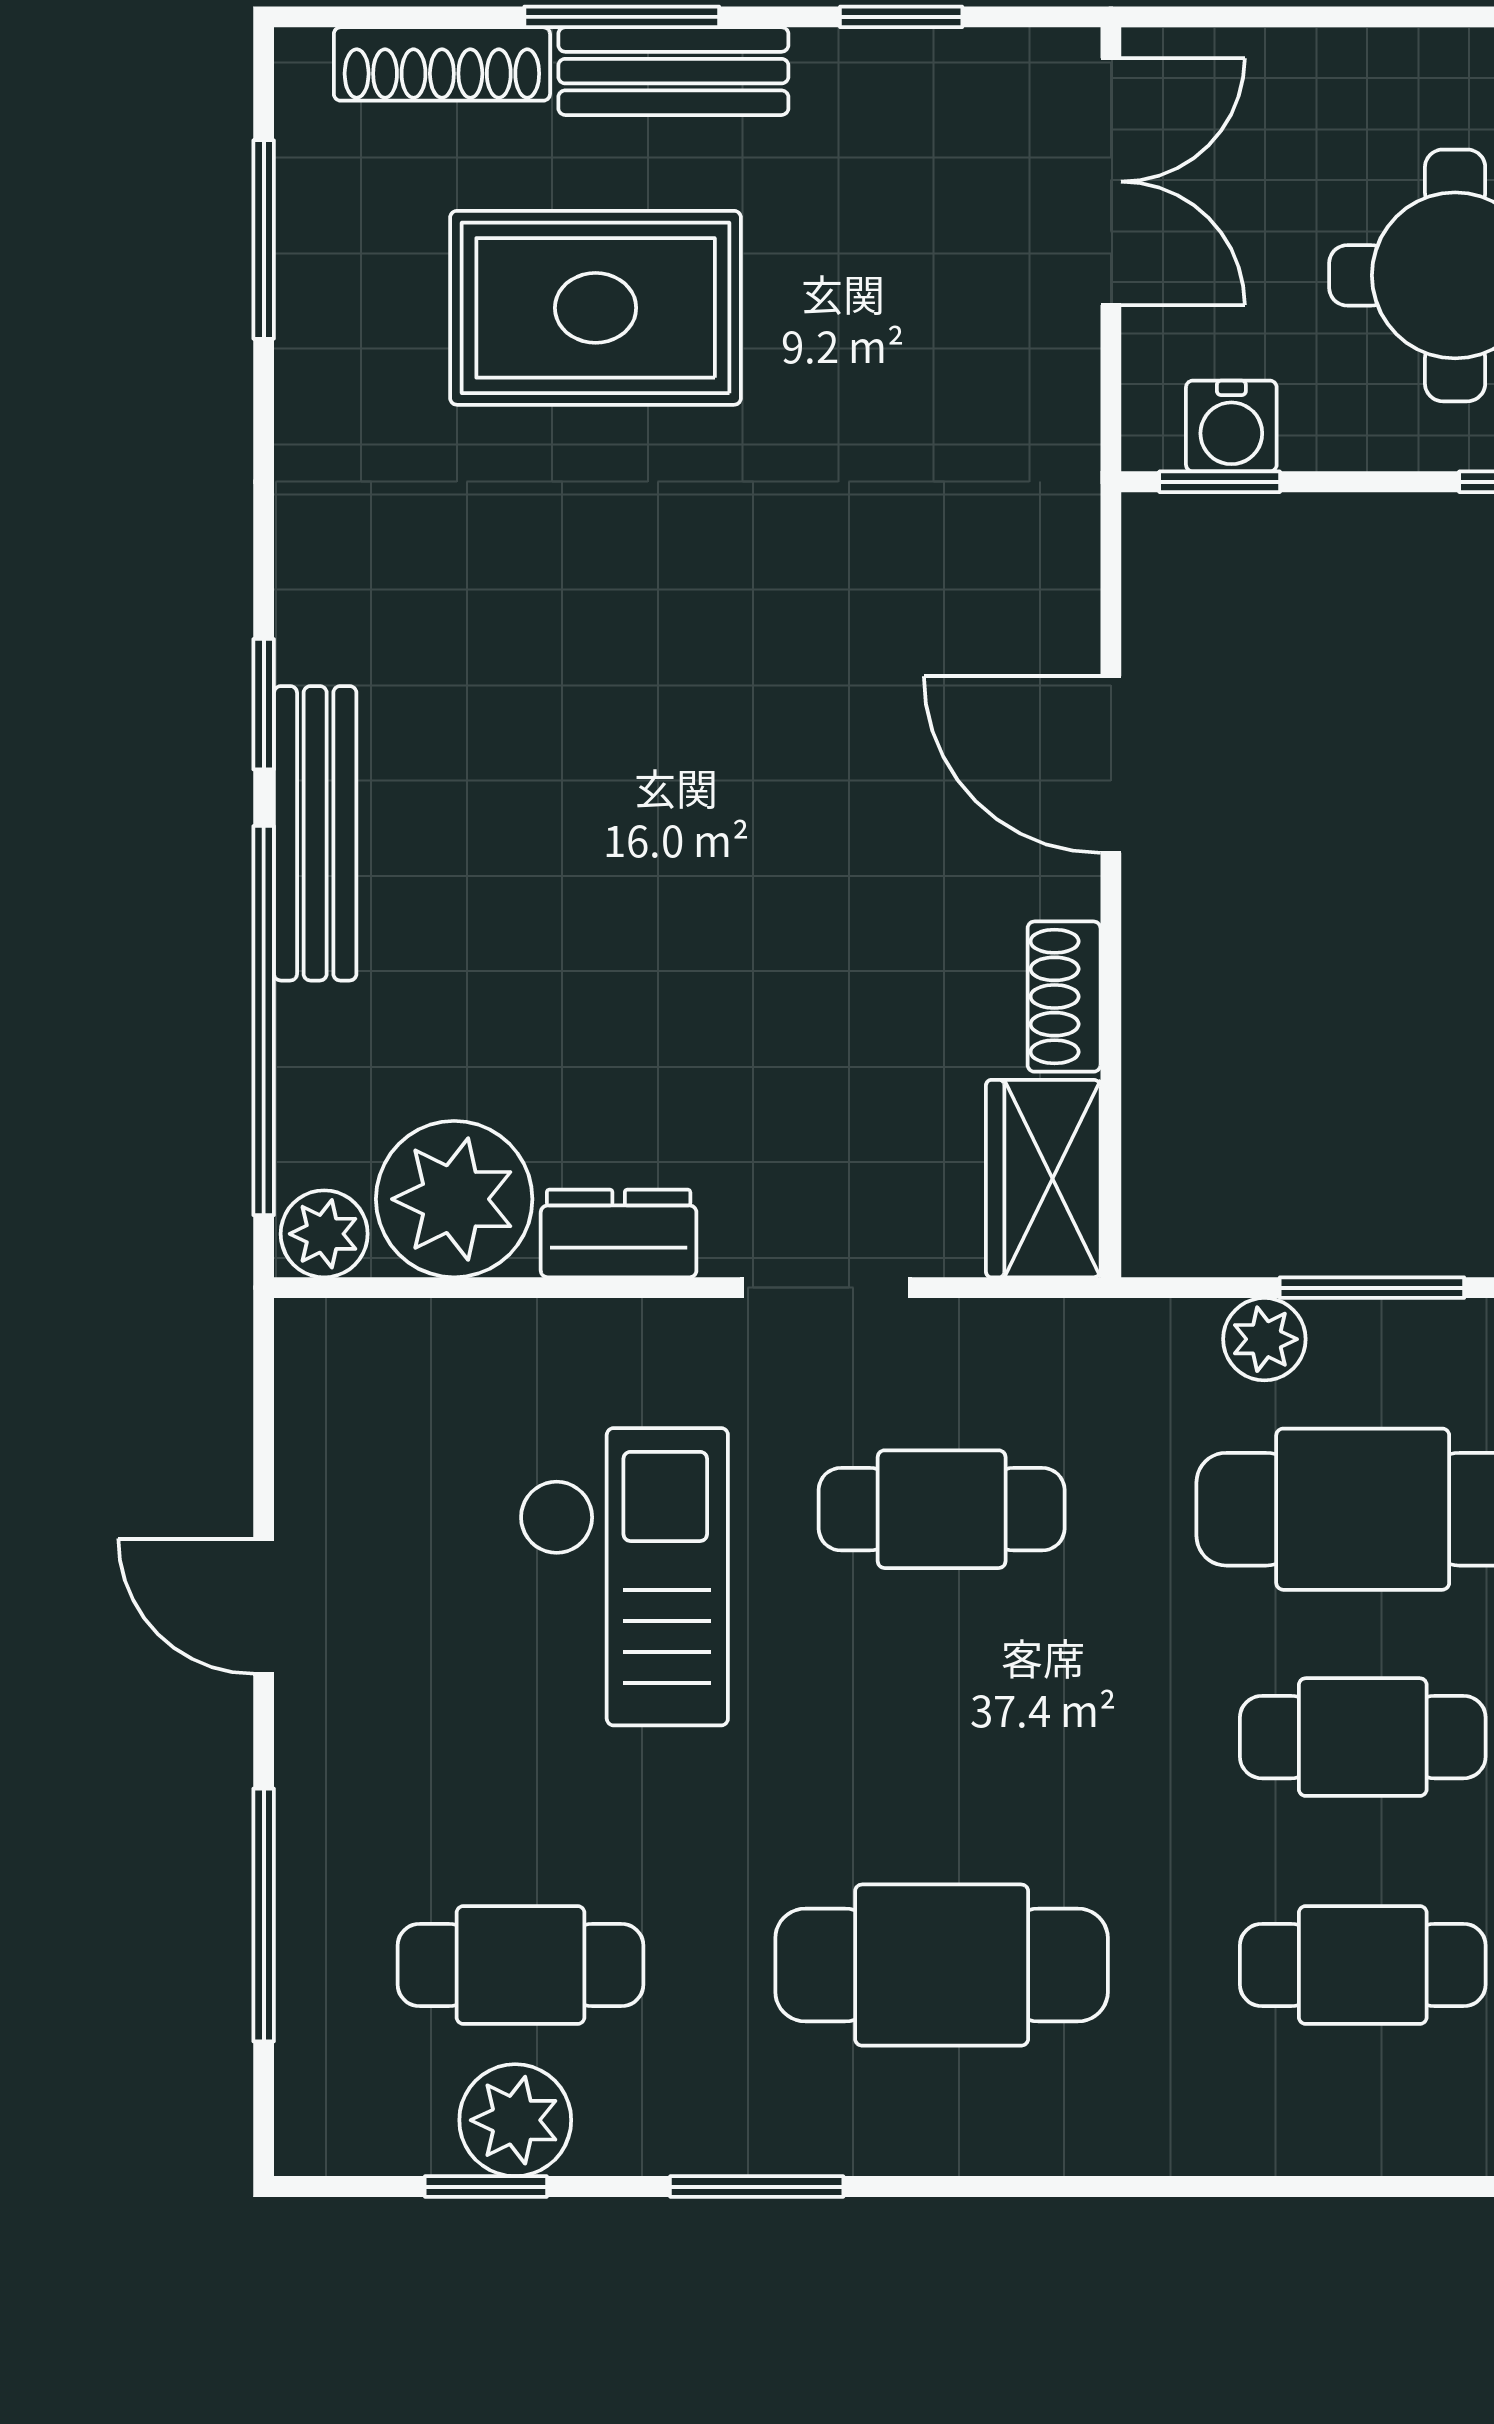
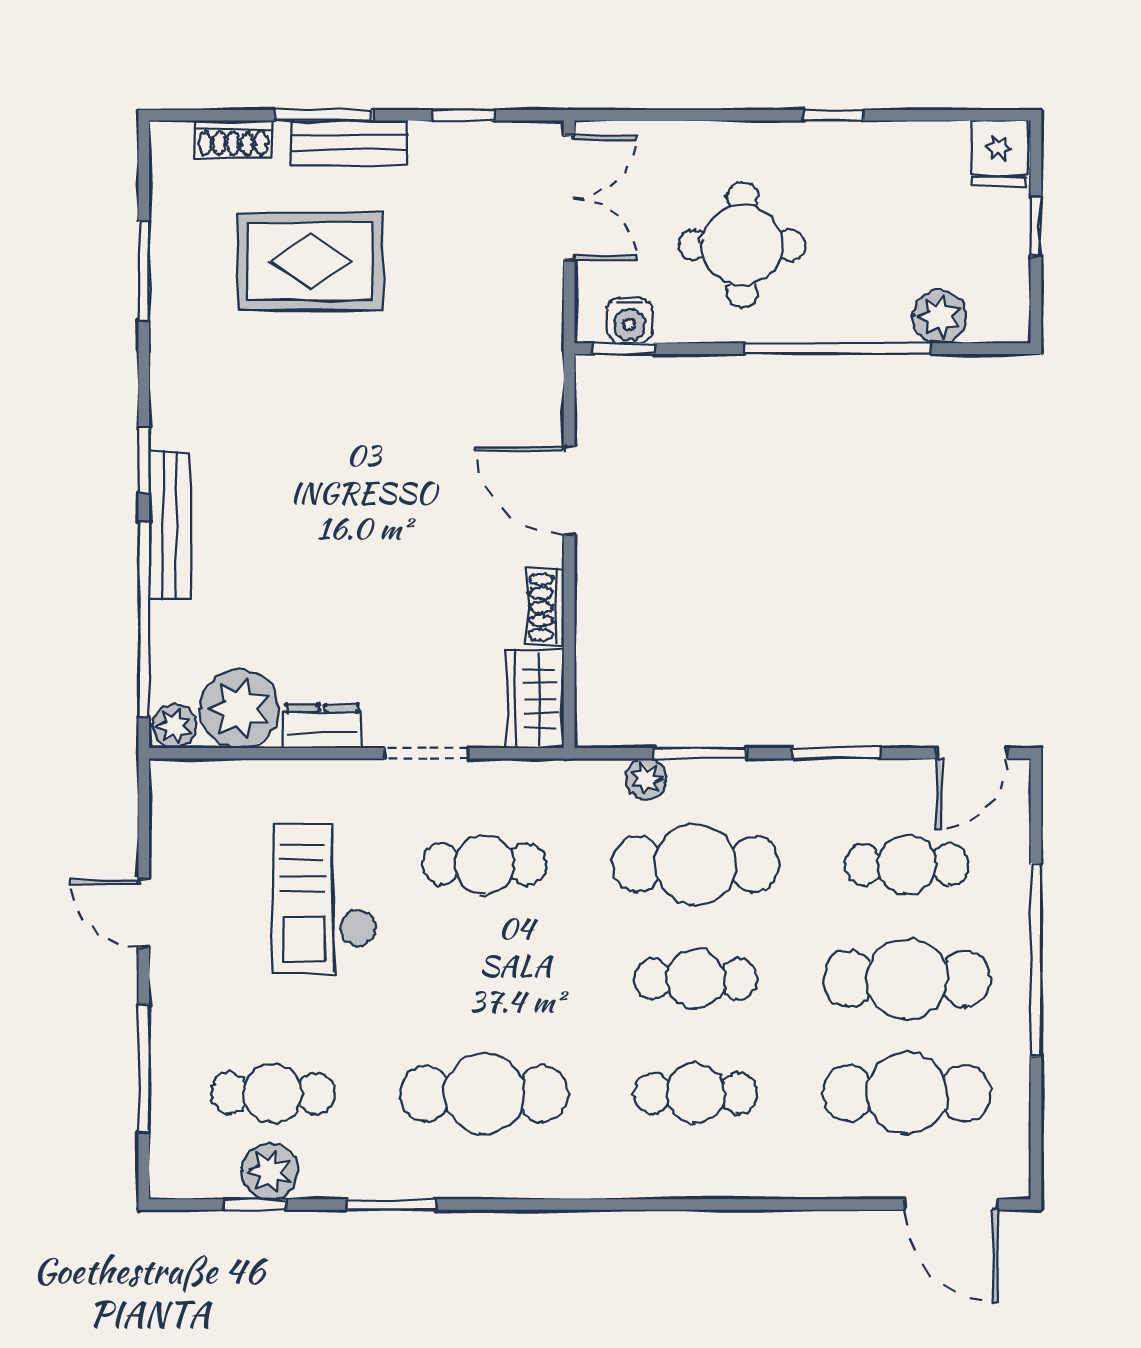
shoe rack: (442, 64) -> (233, 139), width x0.70
window: (264, 240) -> (144, 271), moved
checkout: (623, 1577) -> (324, 898), turned 180

